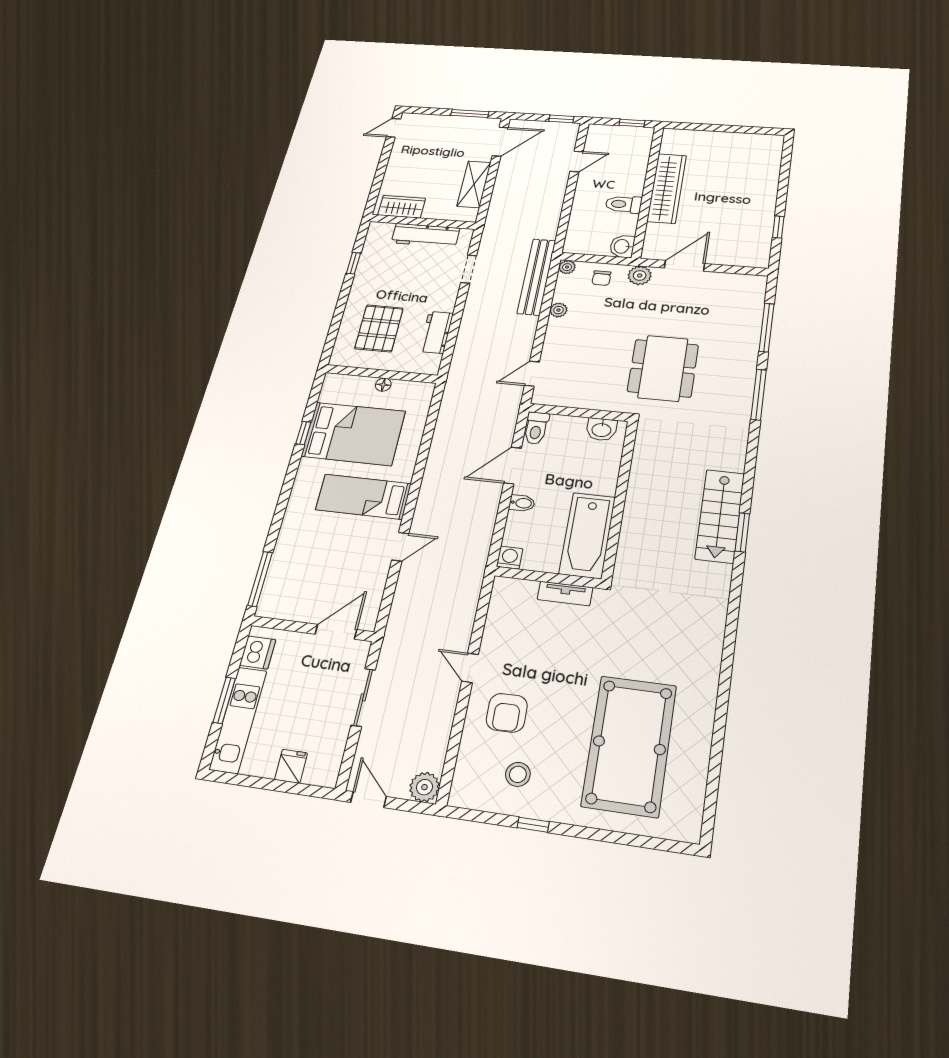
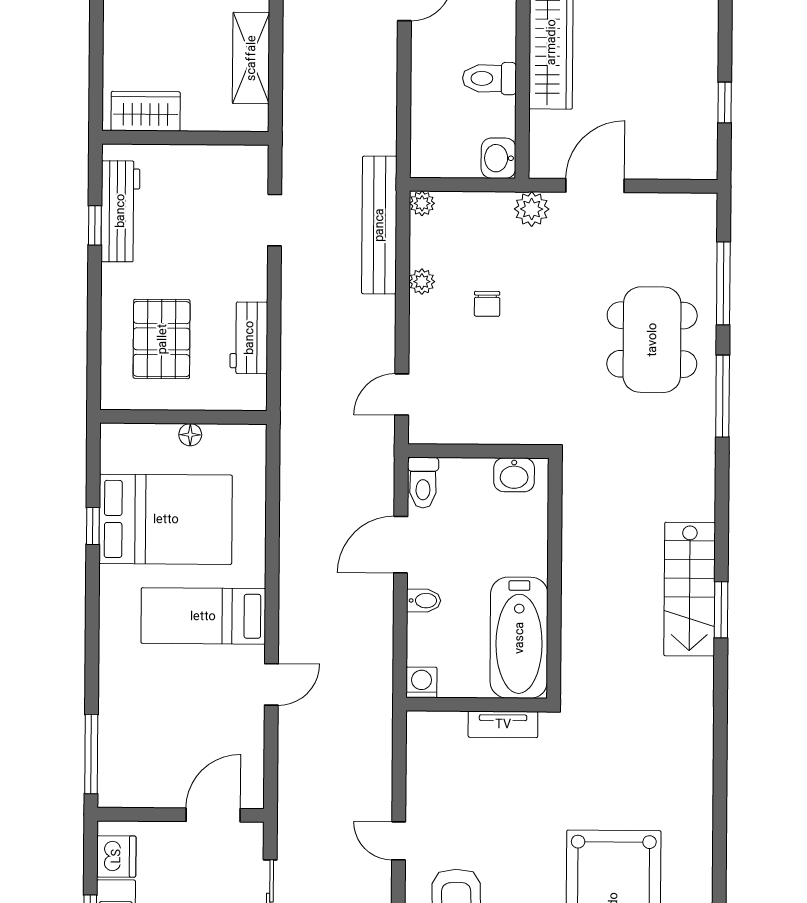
workbench: (425, 235) -> (120, 211), moved, turned -90
chair: (601, 278) -> (487, 304), moved
dining table: (663, 368) -> (652, 340), moved

